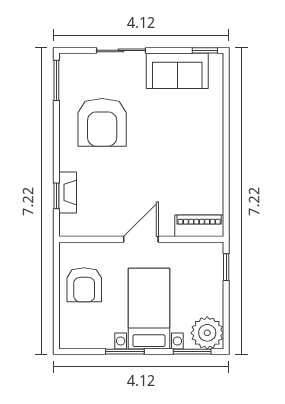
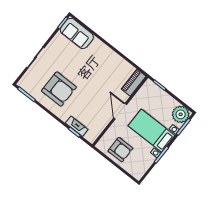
sofa: (177, 71) -> (77, 33), moved, turned 90

